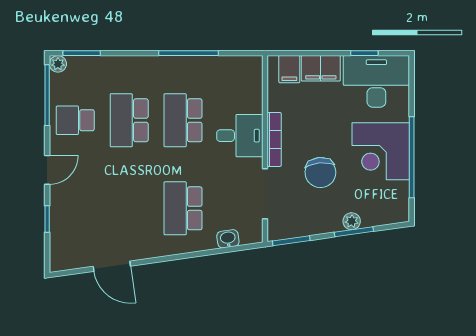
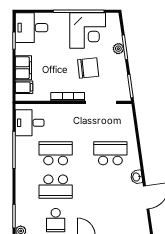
desk: (376, 81) -> (32, 28), width x0.73
school desk: (183, 120) -> (56, 153), turned 180
desk: (240, 136) -> (30, 123), moved, turned -90
corner desk: (381, 151) -> (88, 31), moved
school desk: (183, 208) -> (110, 153), turned 180
washbasin: (228, 239) -> (137, 177), moved

